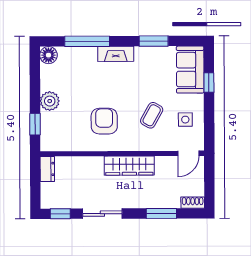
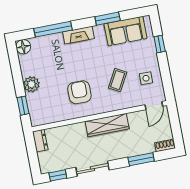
sofa: (190, 70) -> (125, 31), moved, turned -90

